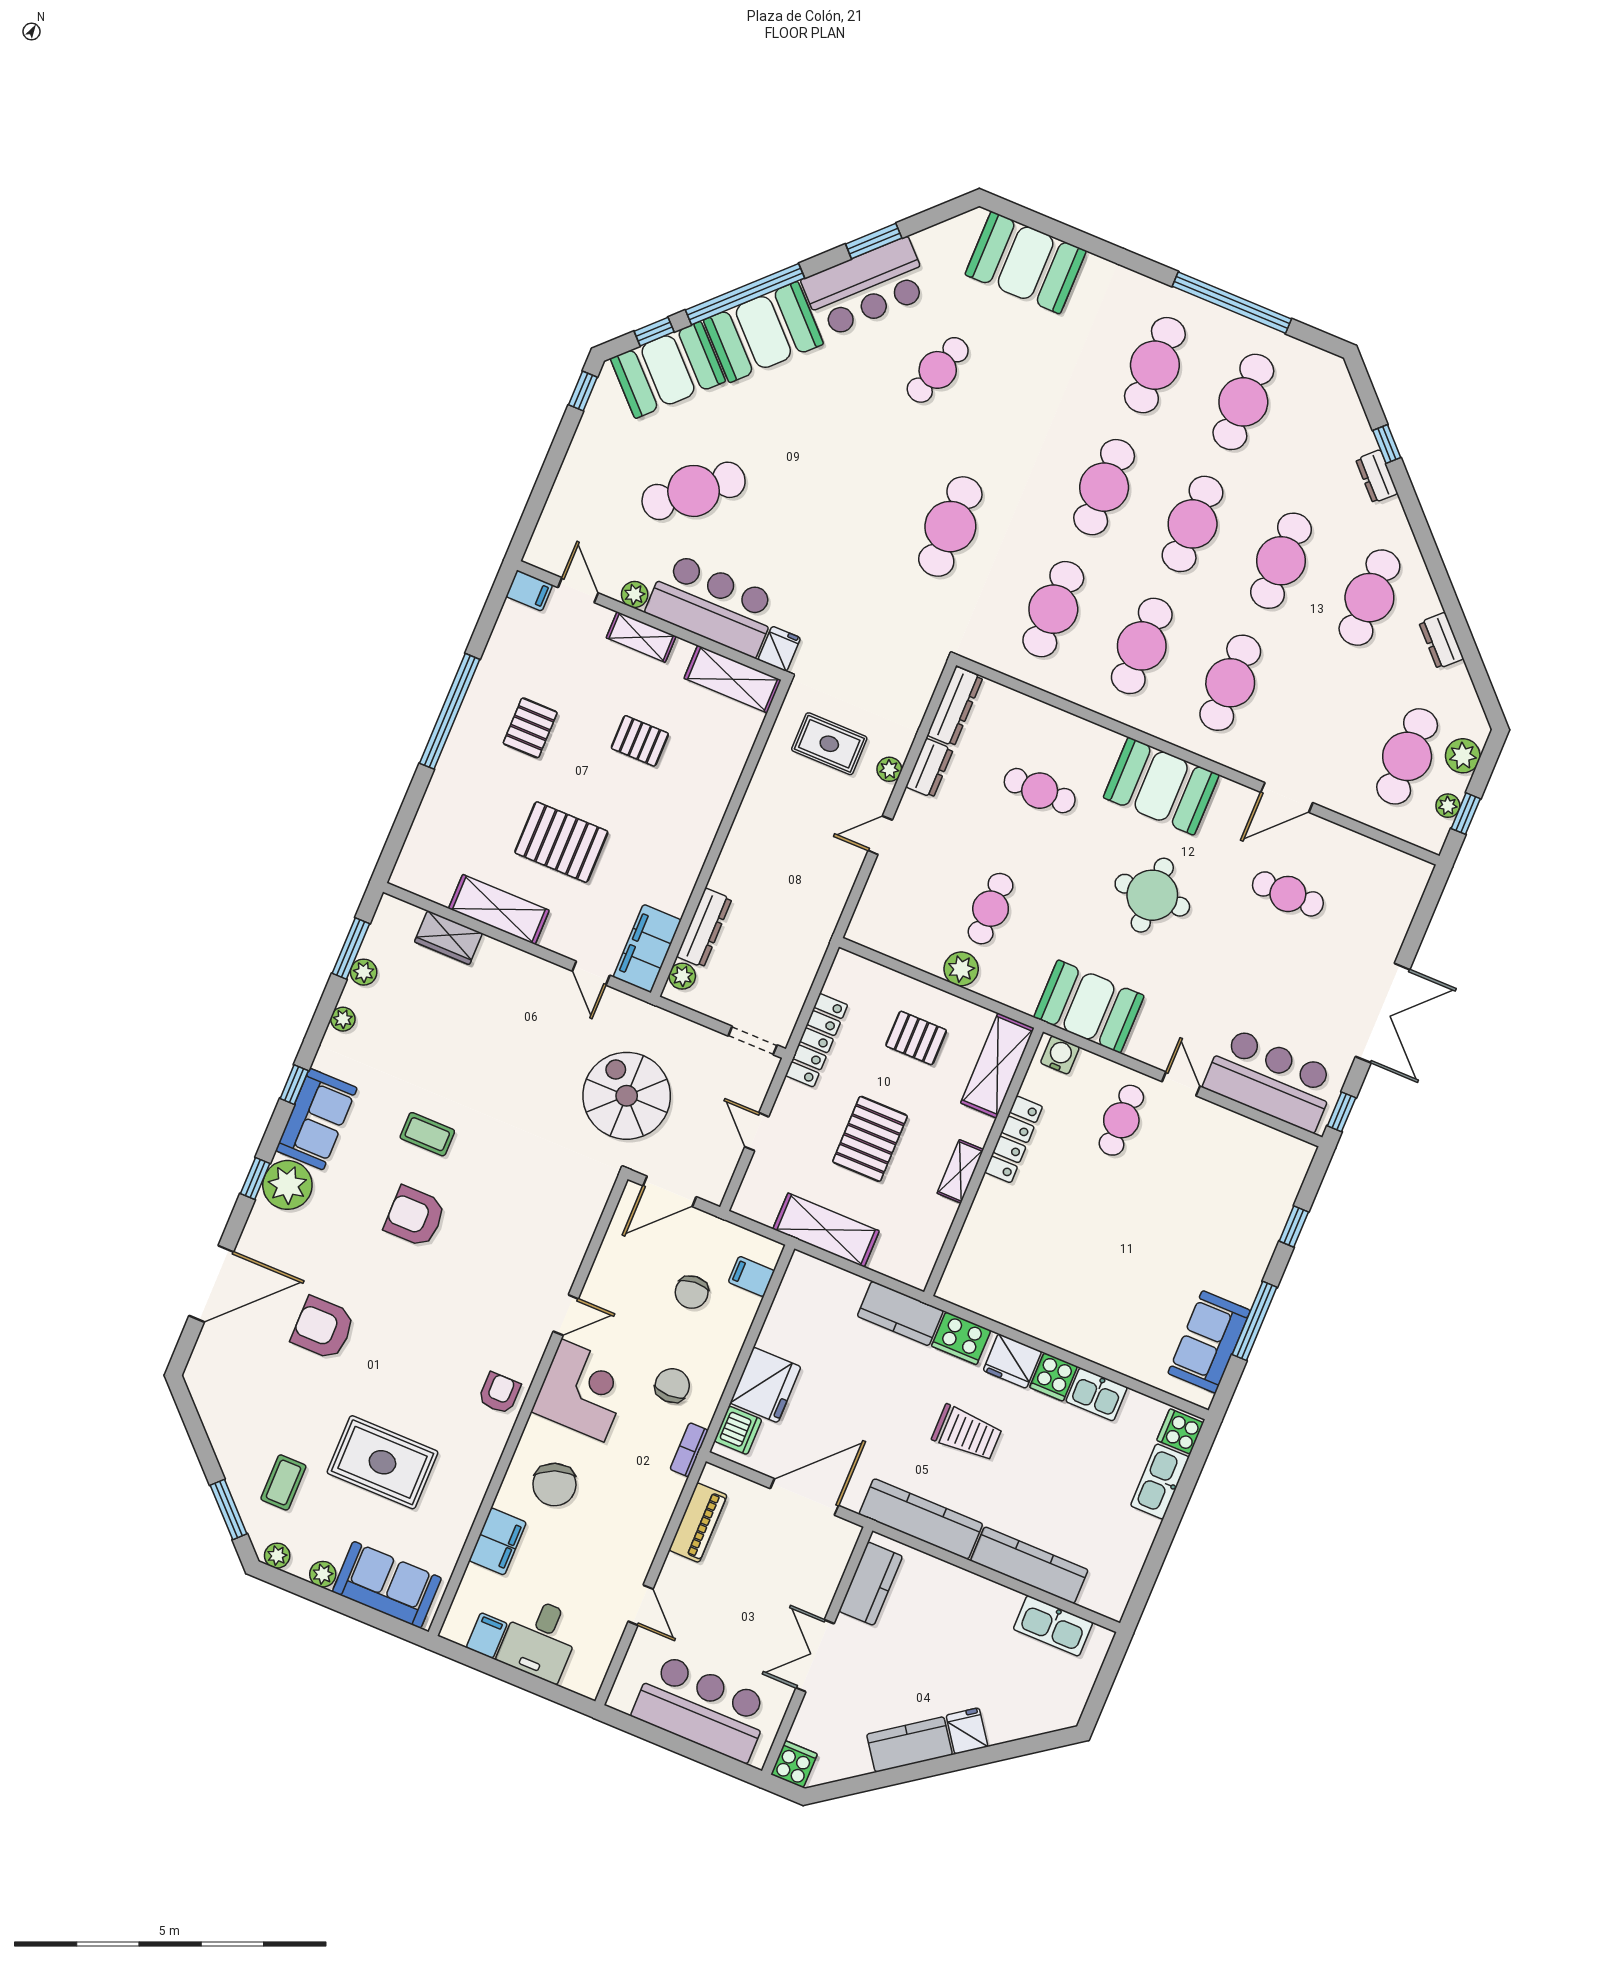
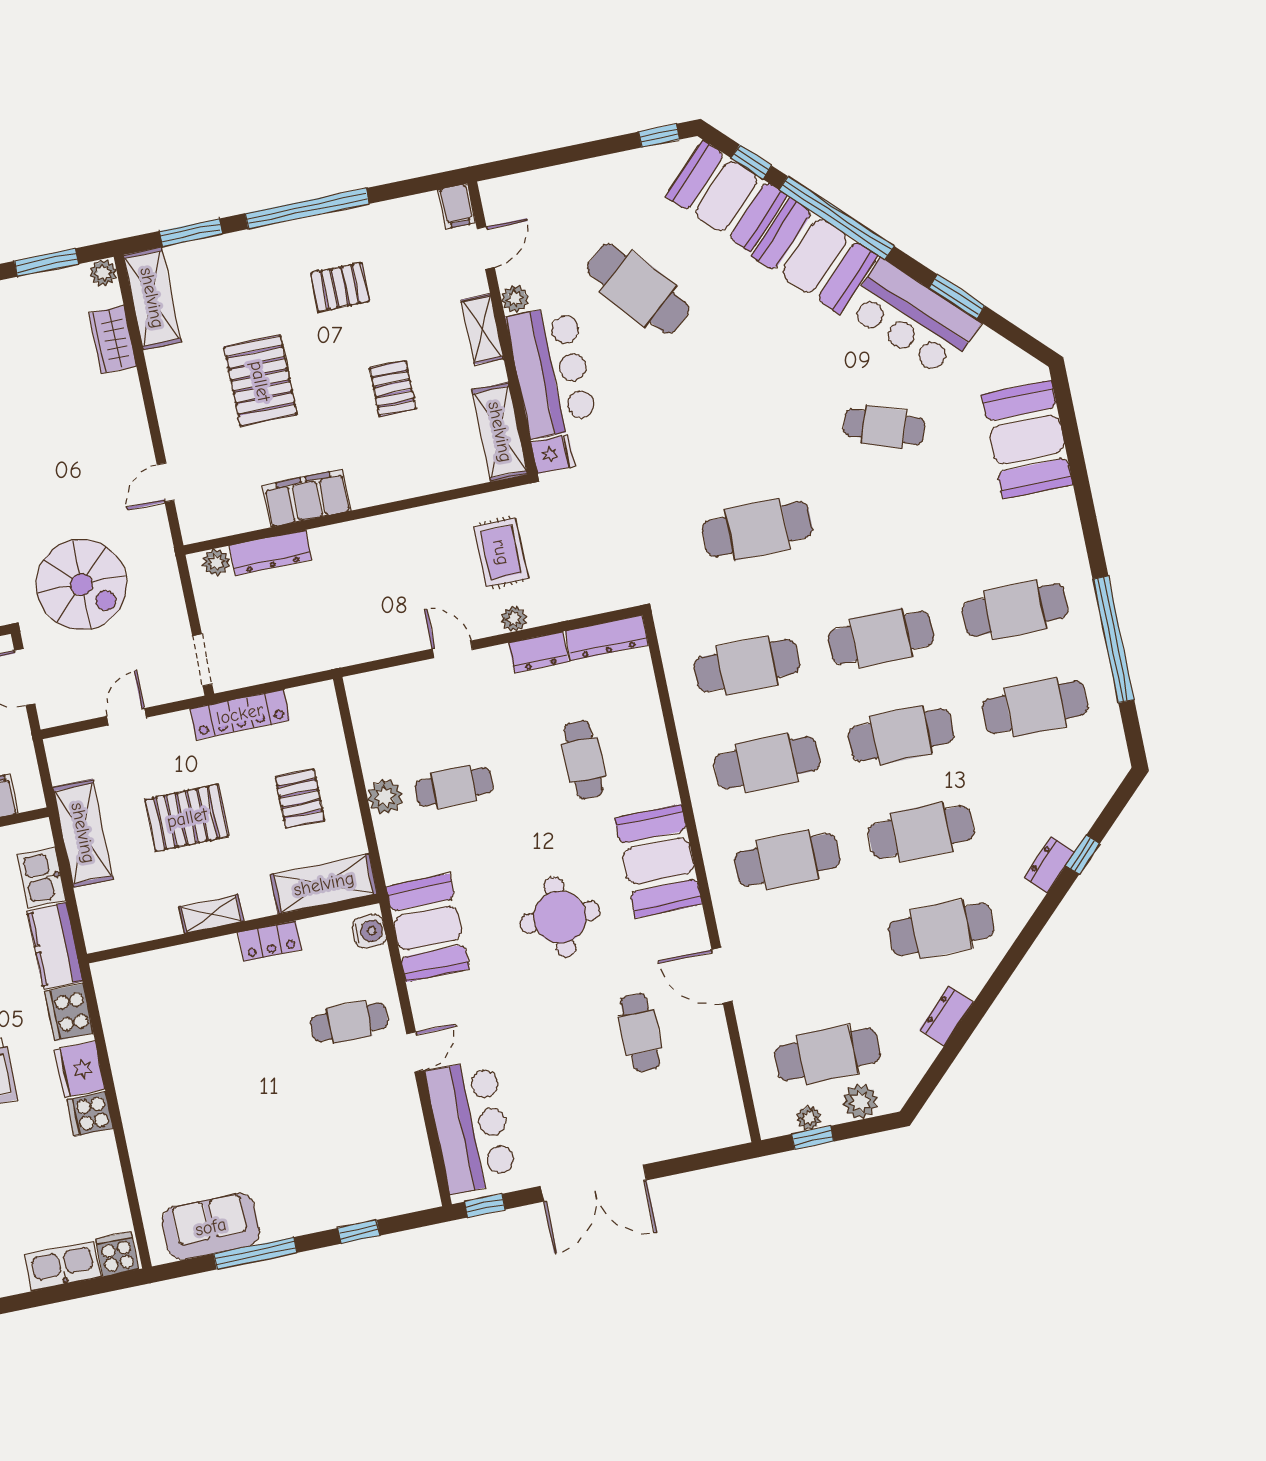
window: (406, 817) -> (191, 233), added
shelving: (499, 909) -> (152, 298), moved
filing cabinet: (647, 948) -> (307, 498), moved
plant: (364, 972) -> (103, 273), moved
spiral stairs: (627, 1096) -> (81, 584), turned 90
locker: (1014, 1139) -> (270, 941), width x0.66
kitchen sink: (1097, 1394) -> (41, 877), moved

